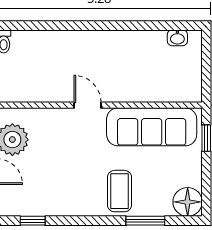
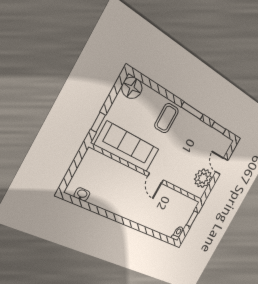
window: (145, 221) -> (192, 111), moved

